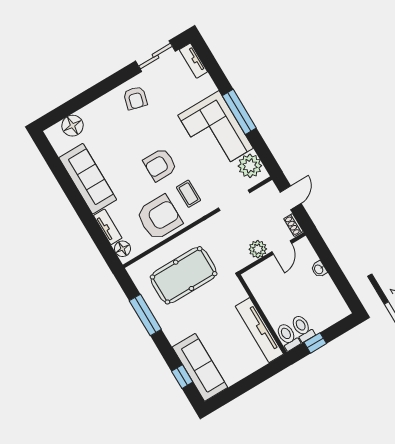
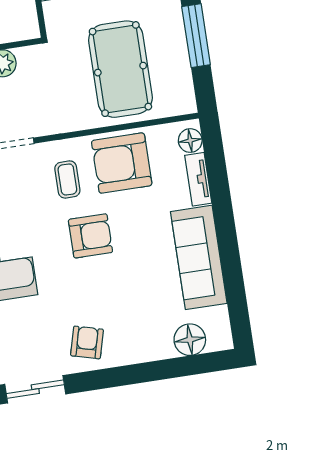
pool table: (184, 275) -> (120, 69), turned 90

